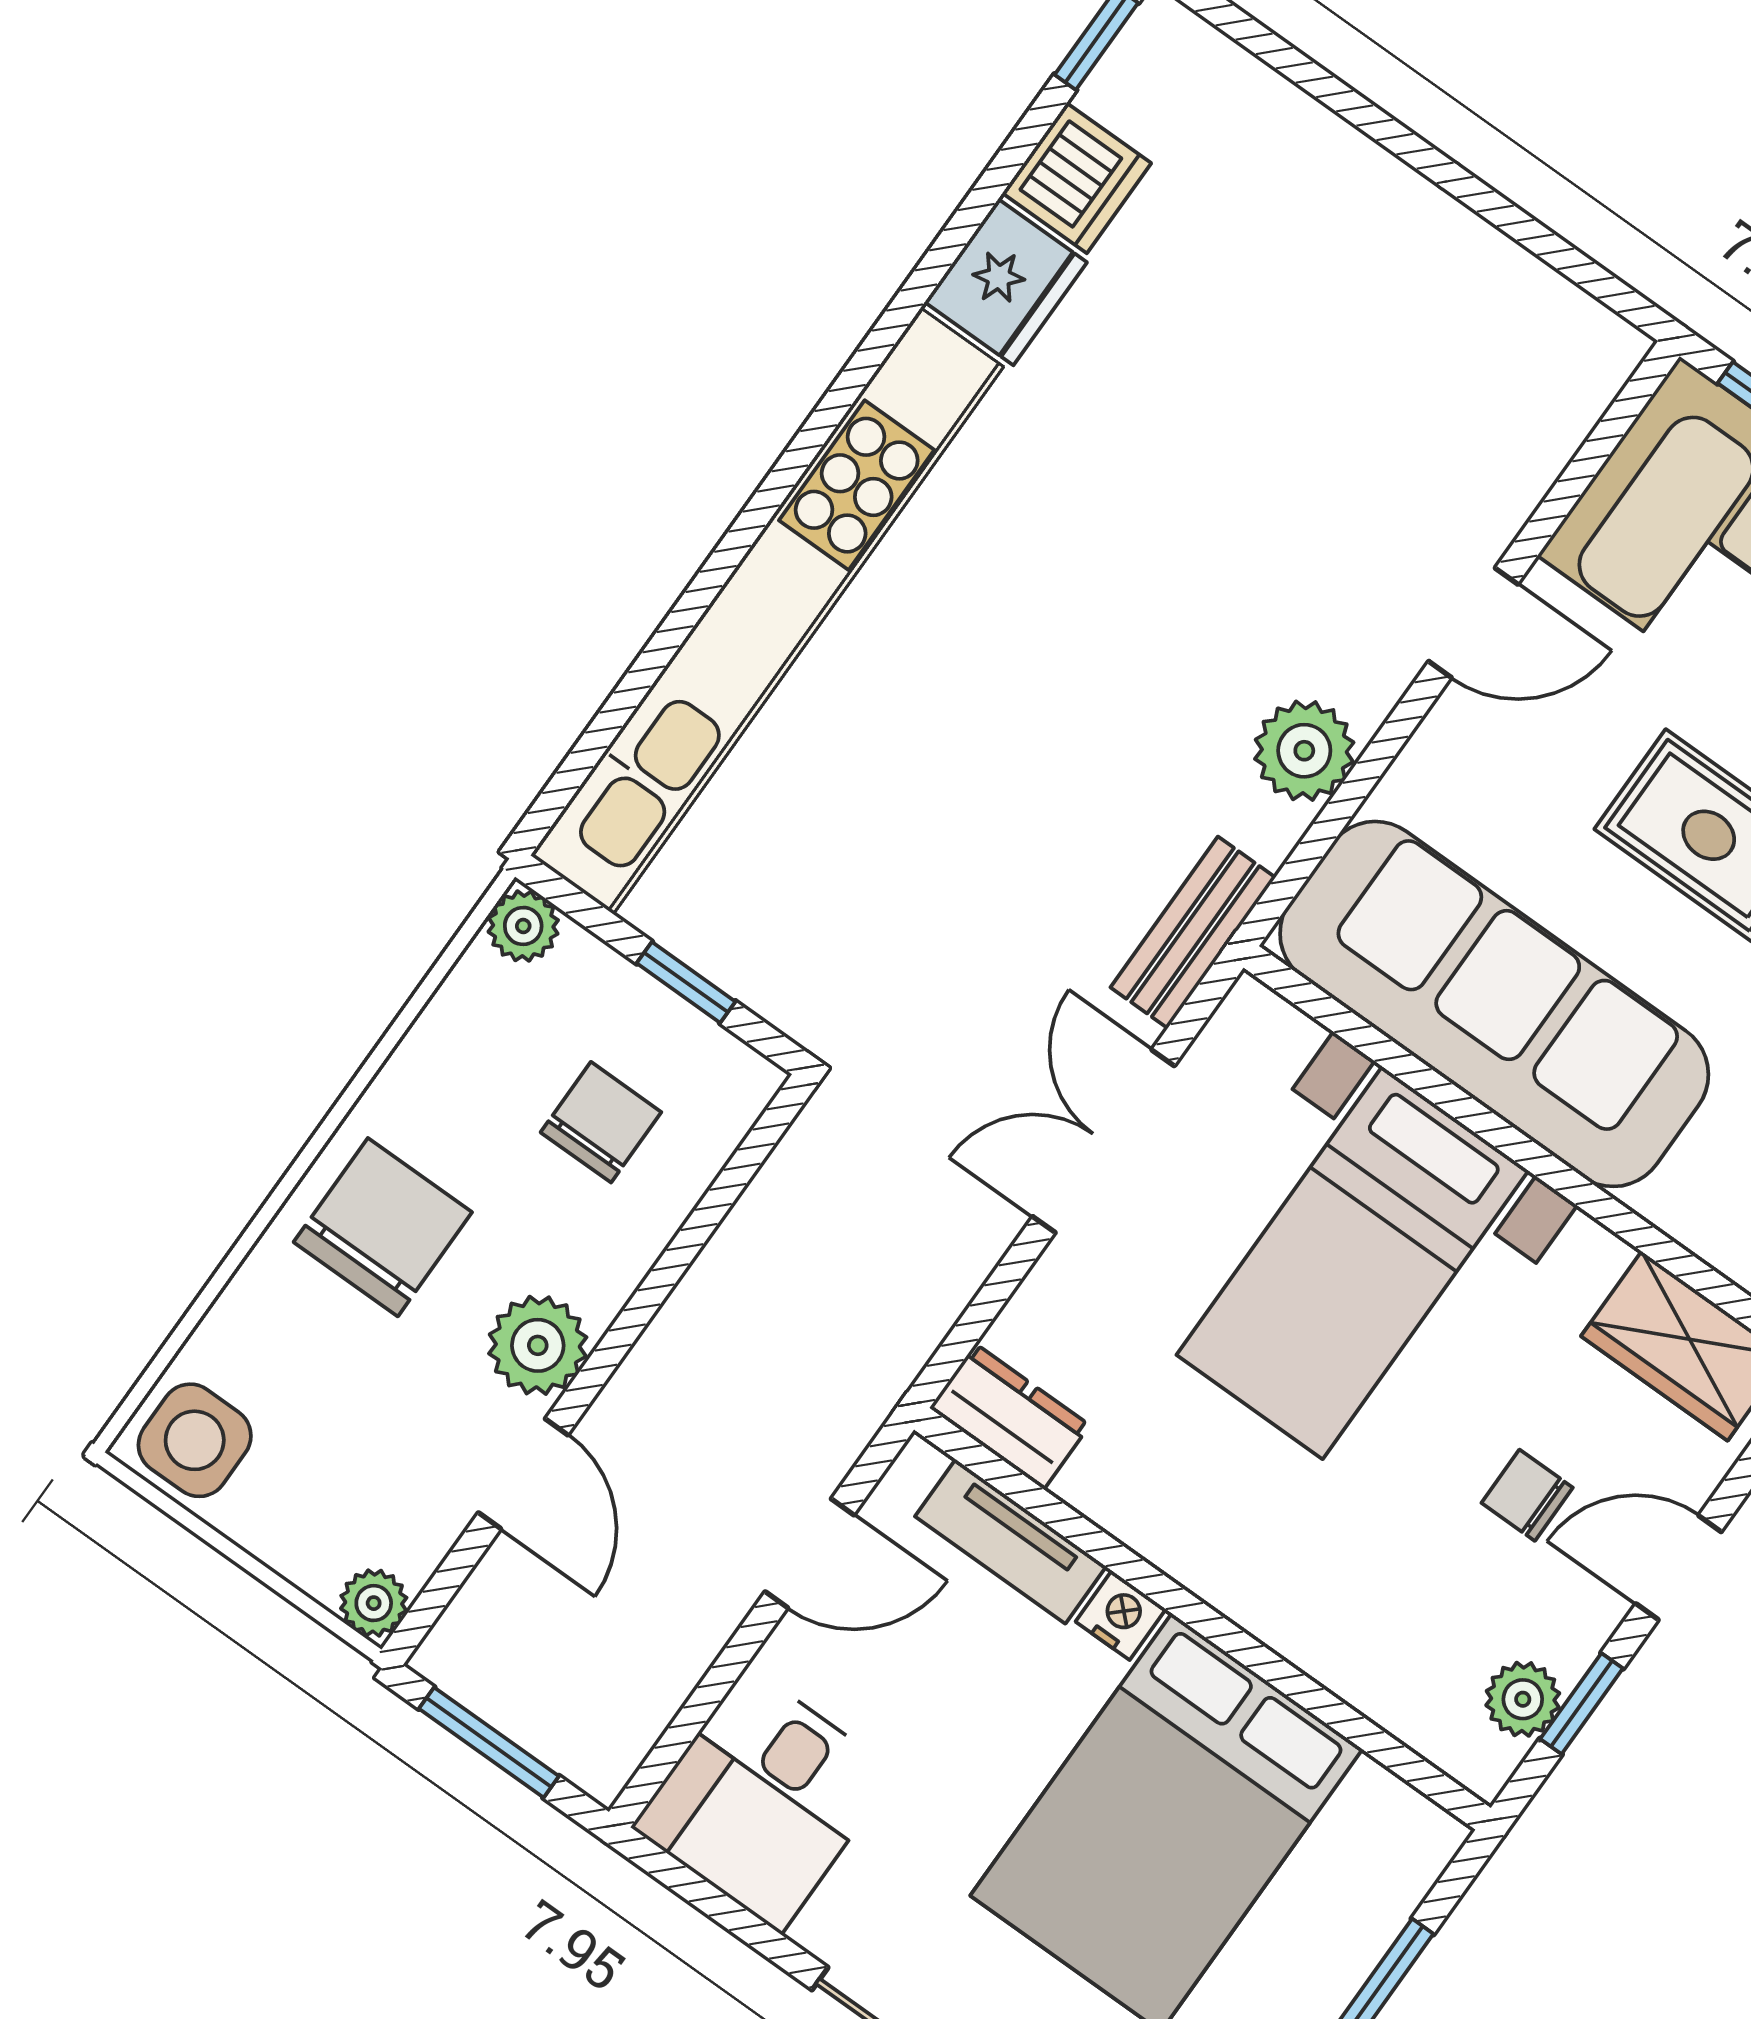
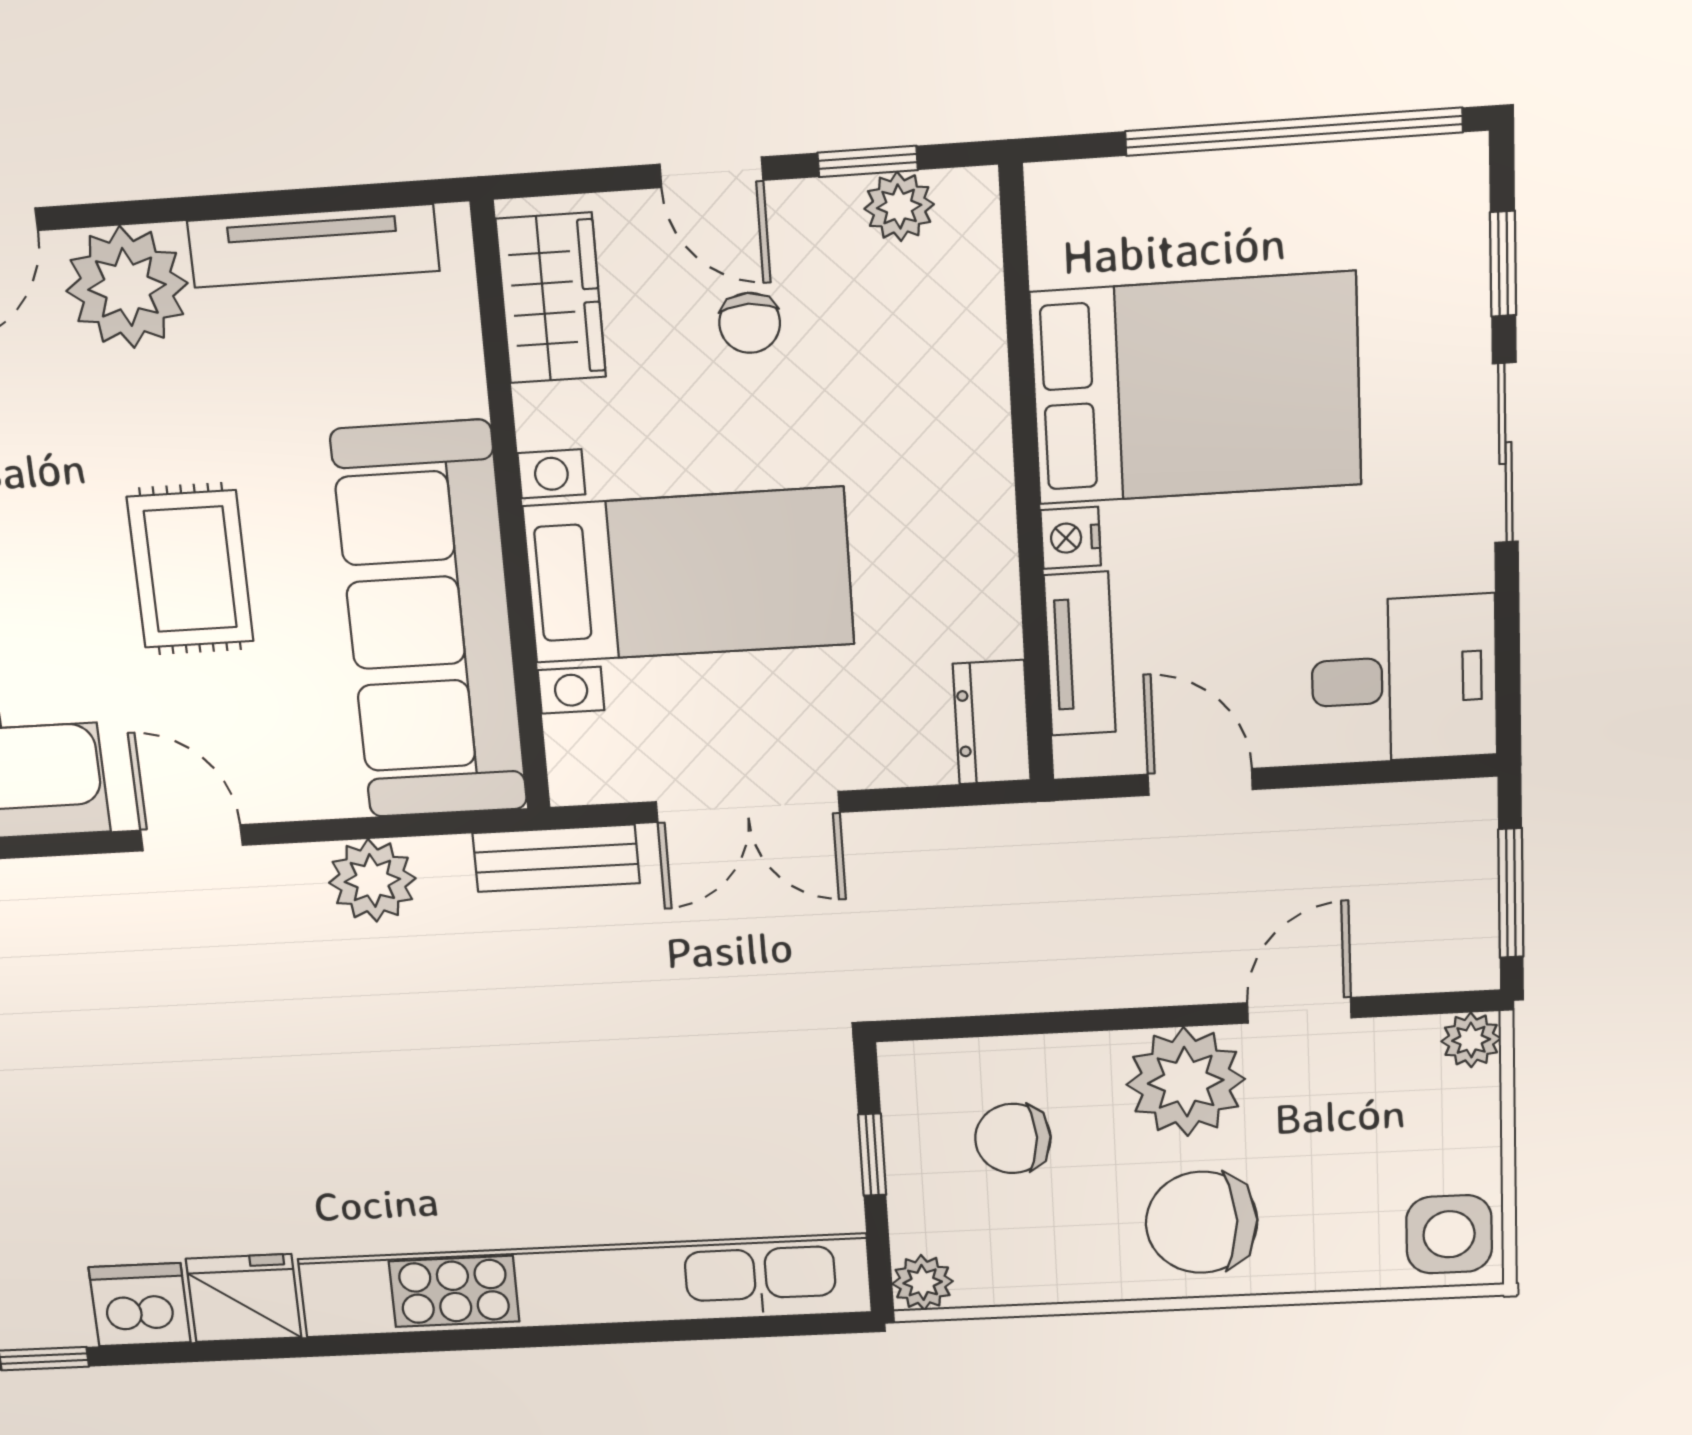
plant: (538, 1345) -> (1186, 1082), width x1.36, depth x1.36

